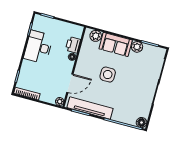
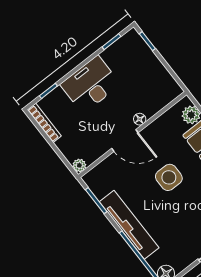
printer: (73, 45) -> (152, 104), removed
desk: (38, 47) -> (90, 85), moved
door: (70, 83) -> (125, 140), moved
tv unit: (90, 108) -> (129, 225), moved

